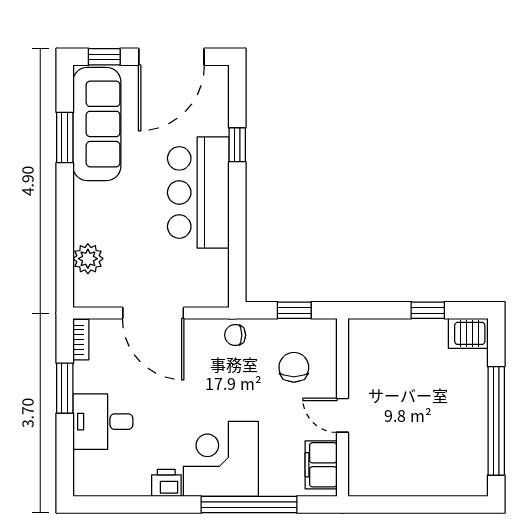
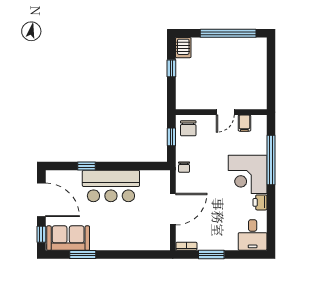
sofa: (97, 124) -> (68, 238), width x0.73
plant: (88, 259) -> (145, 243), removed
chair: (294, 367) -> (188, 128), moved, turned -90
desk: (103, 422) -> (253, 235), moved
filing cabinet: (321, 465) -> (244, 123), width x0.50

